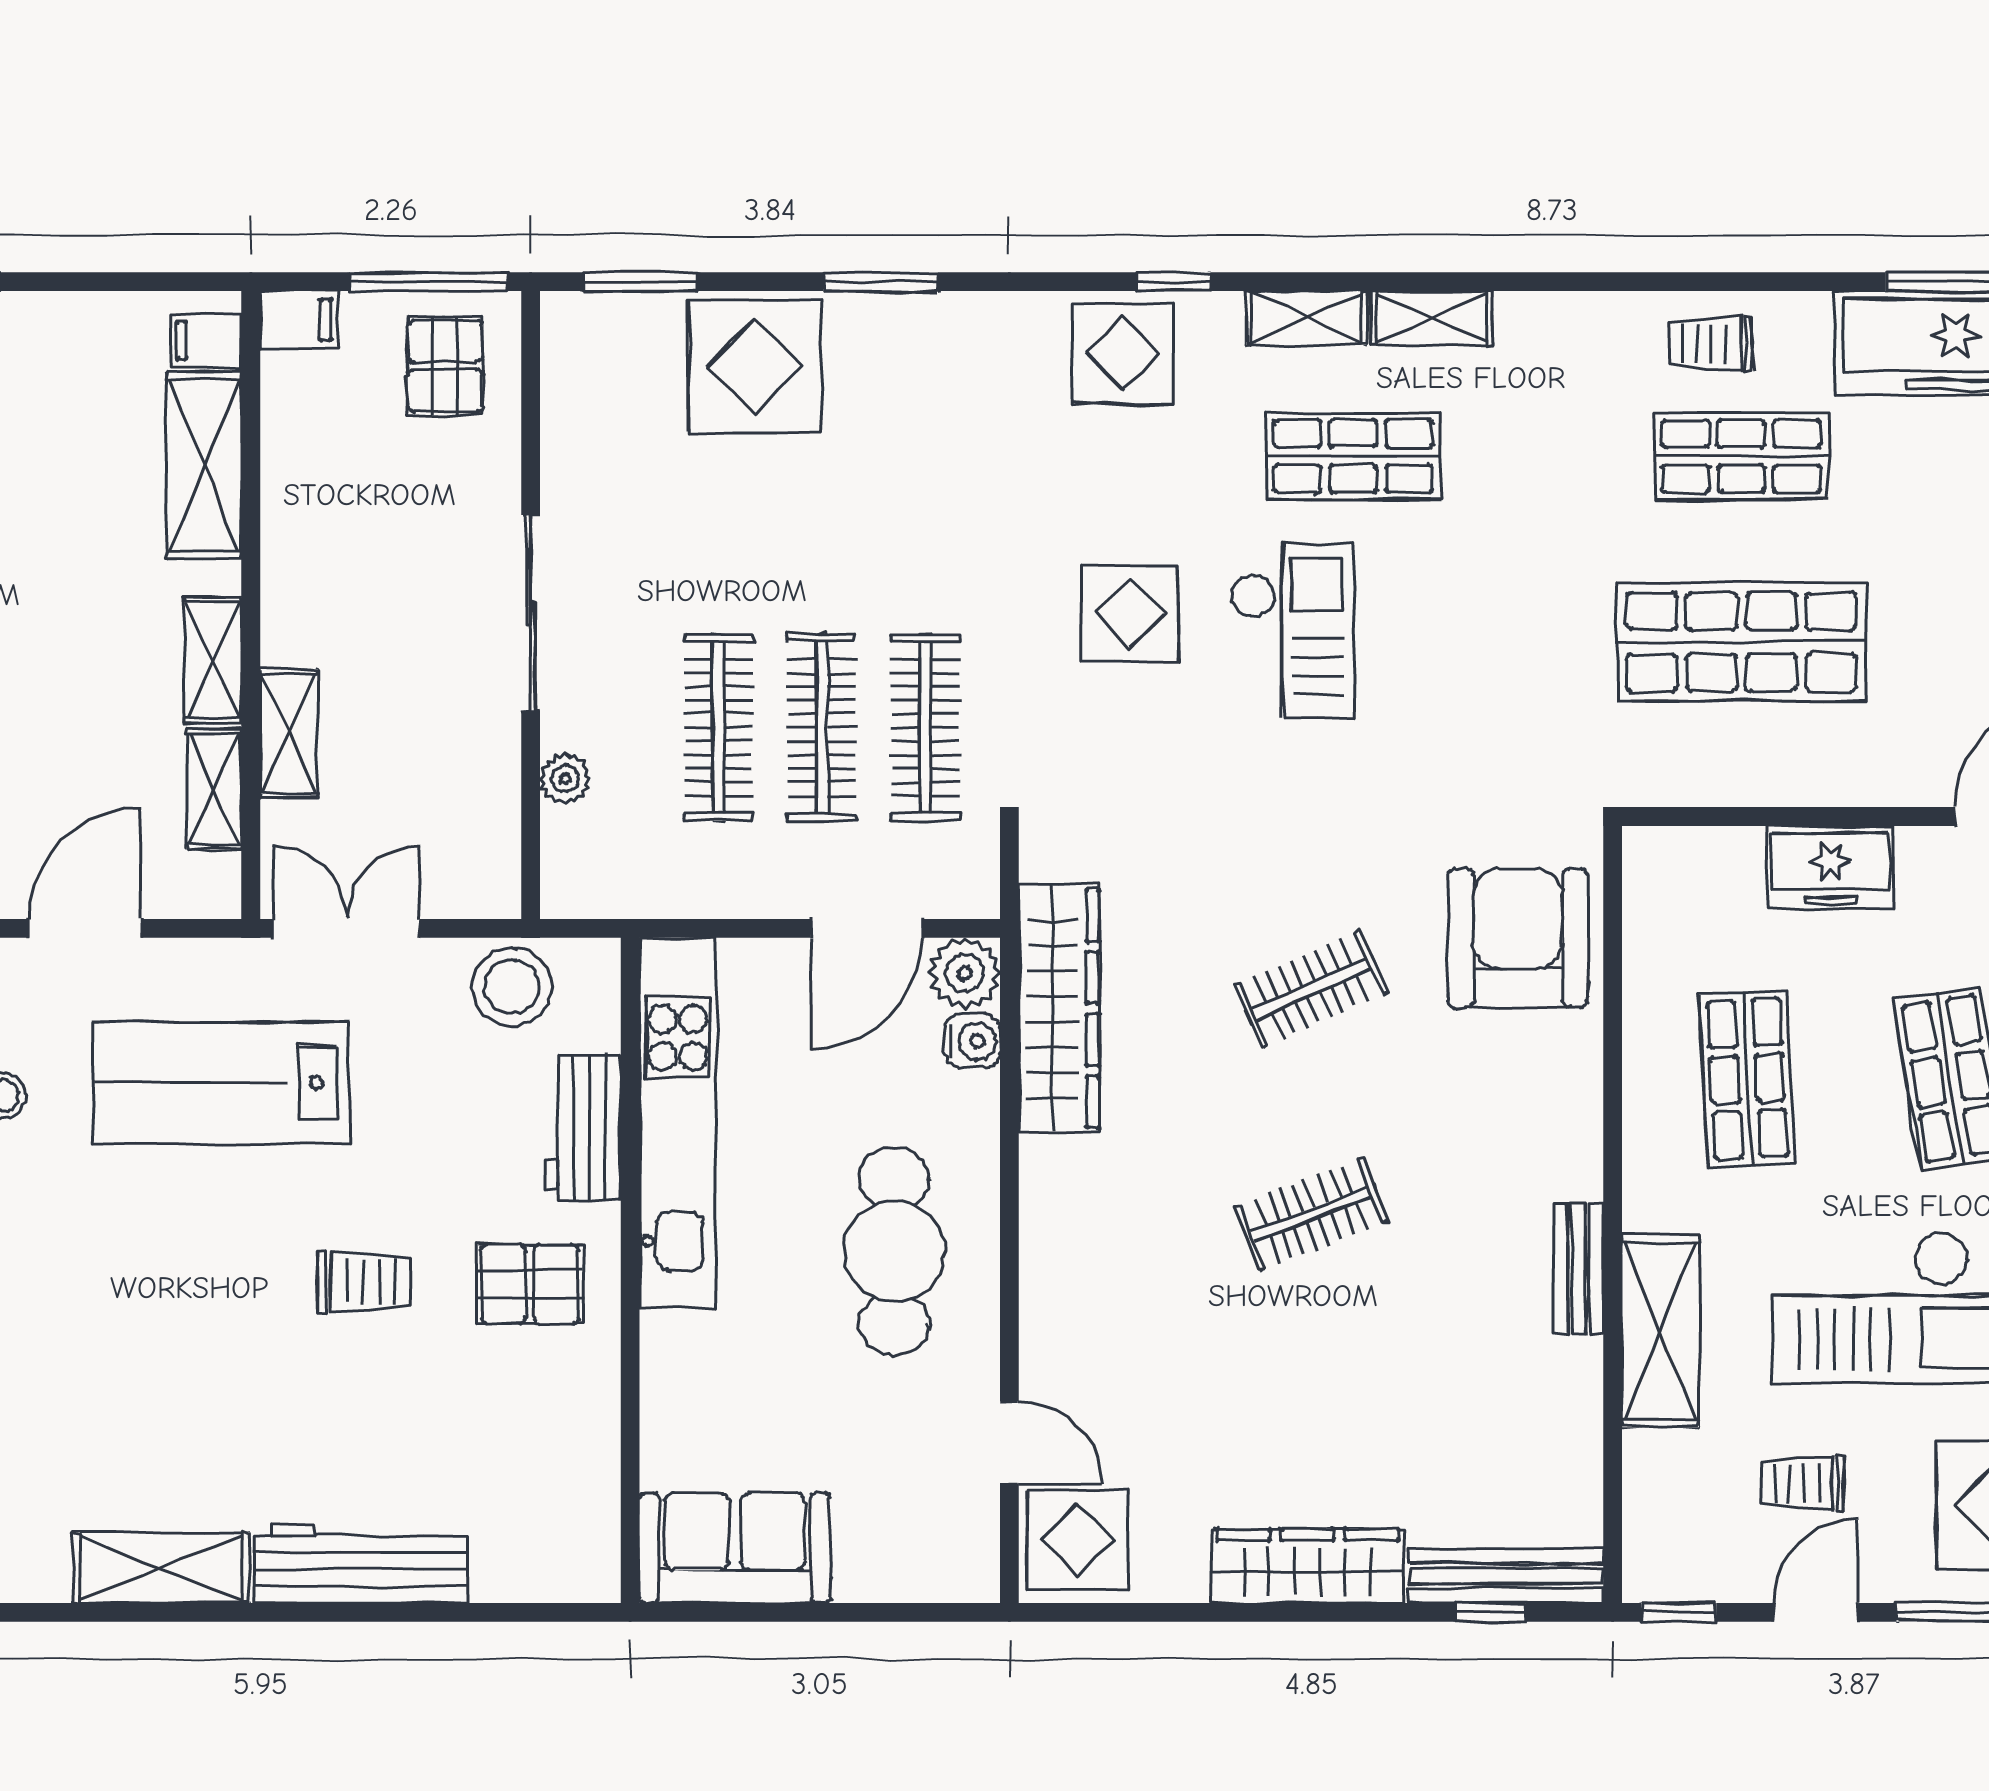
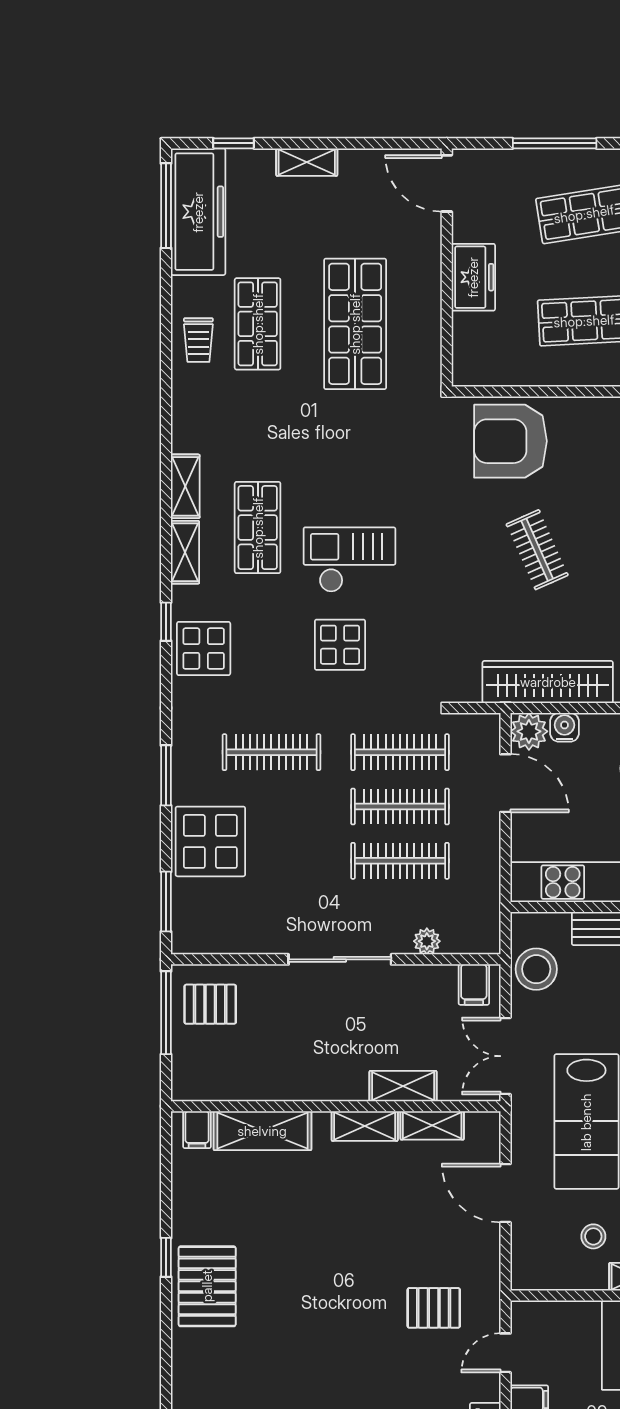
filing cabinet: (299, 320) -> (474, 985), moved, turned 180
clothes rail: (925, 483) -> (271, 752), added

